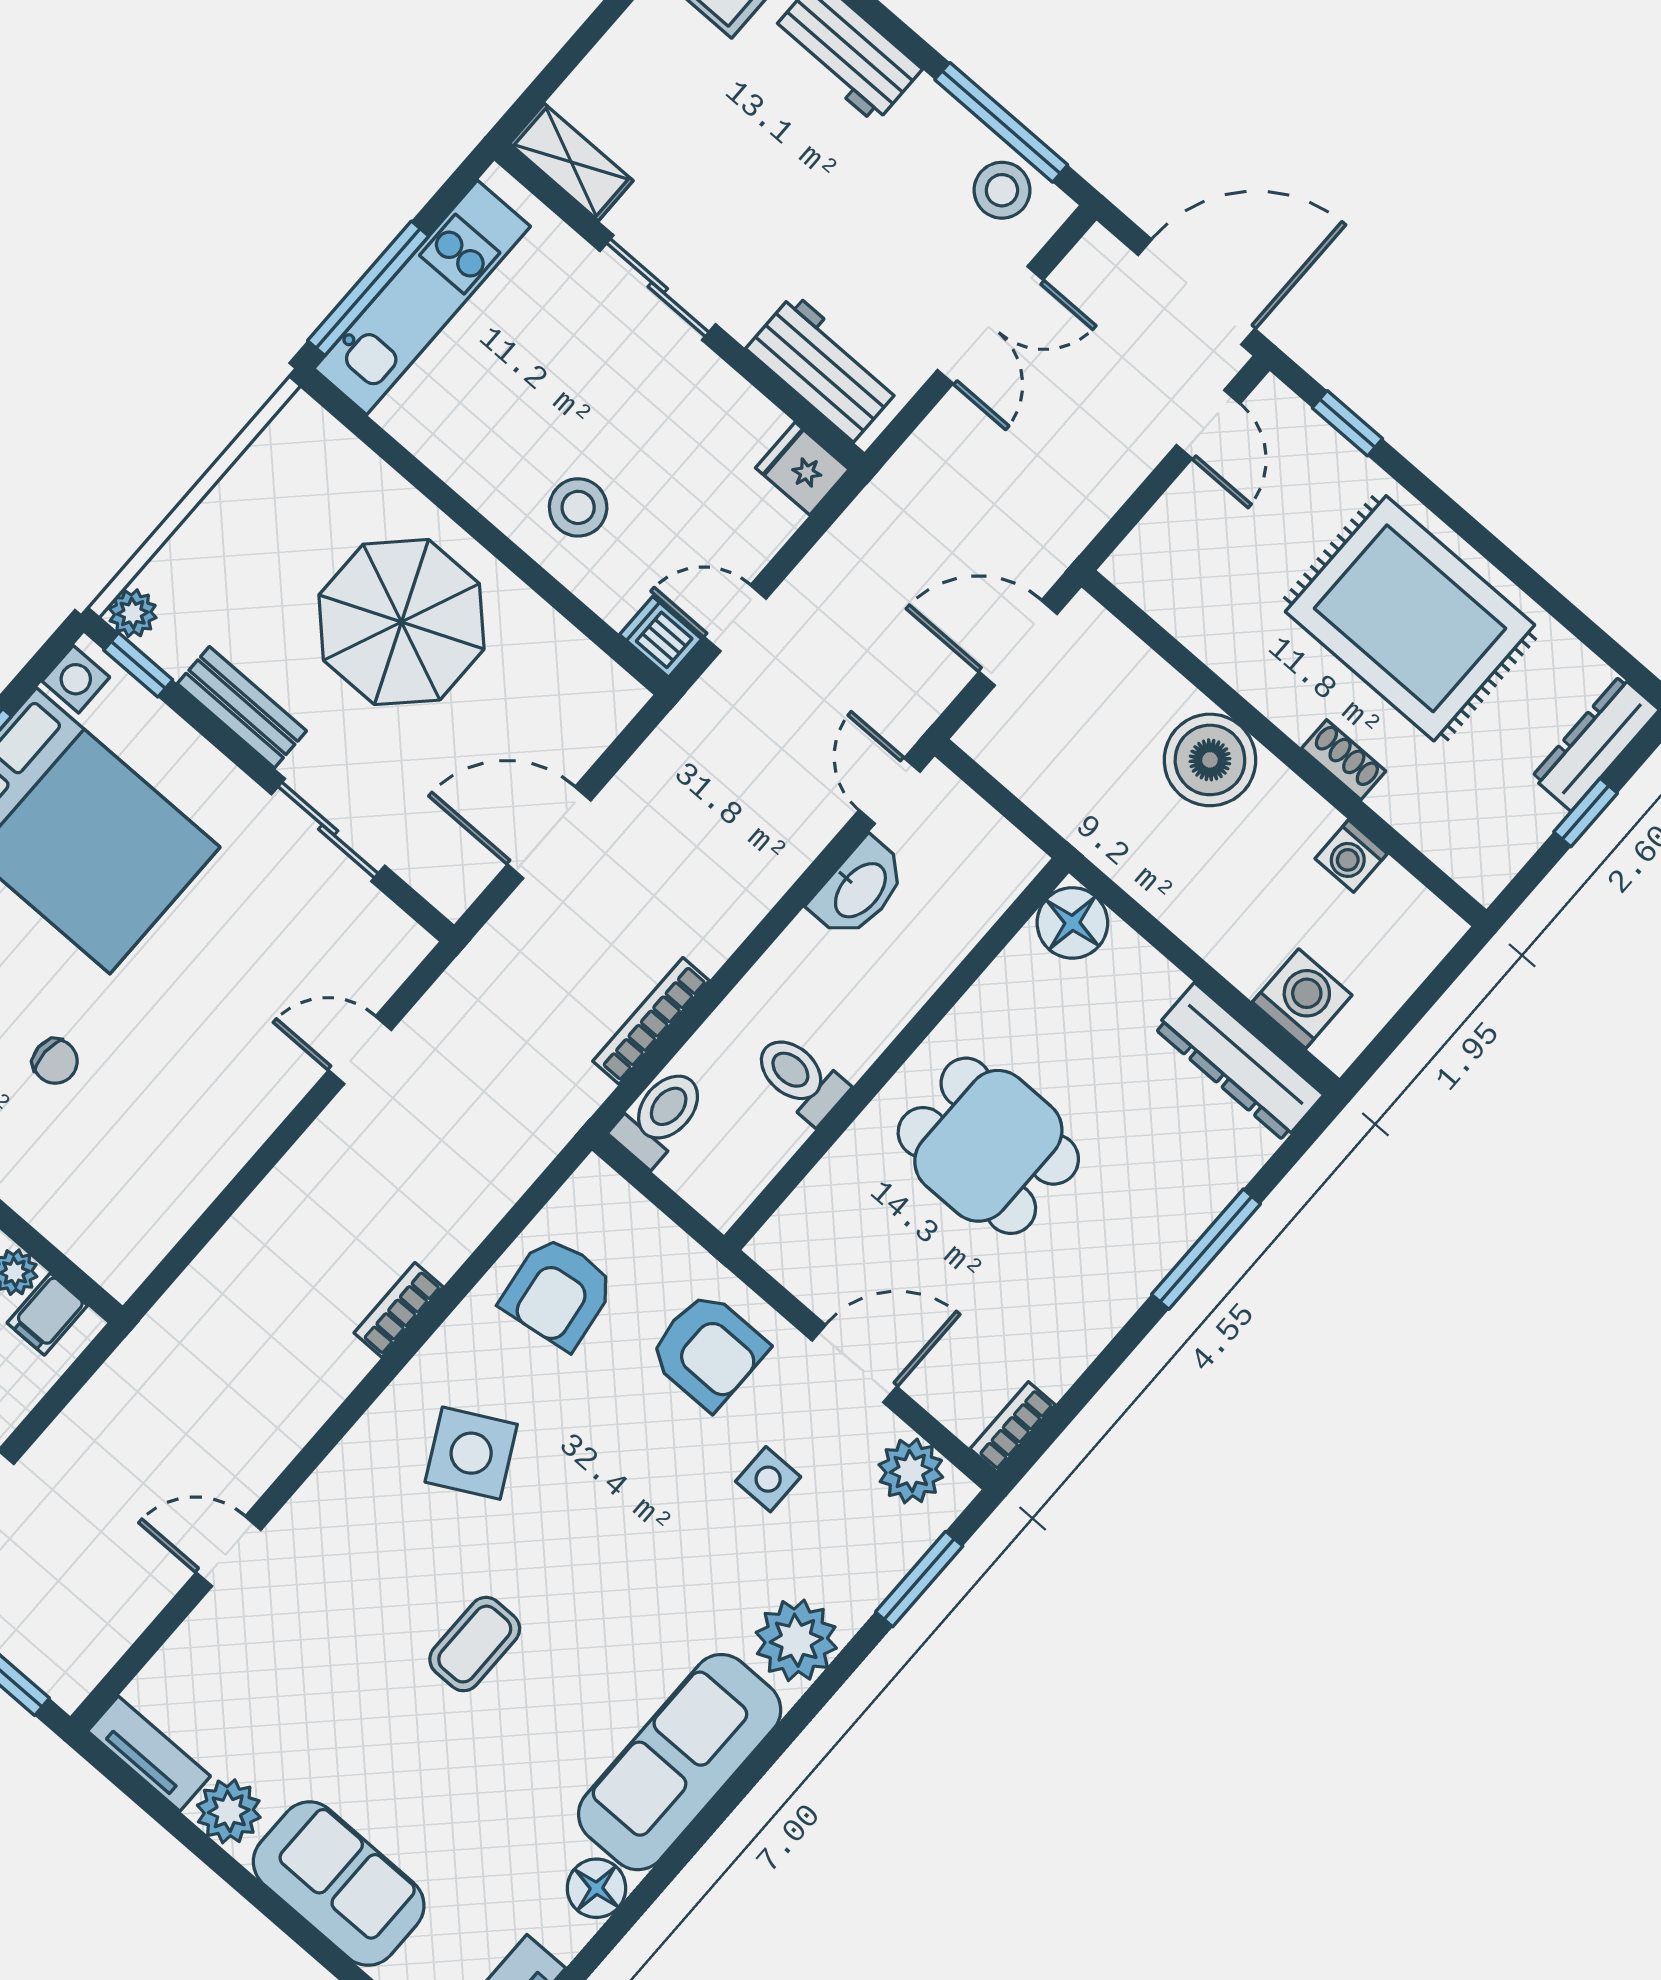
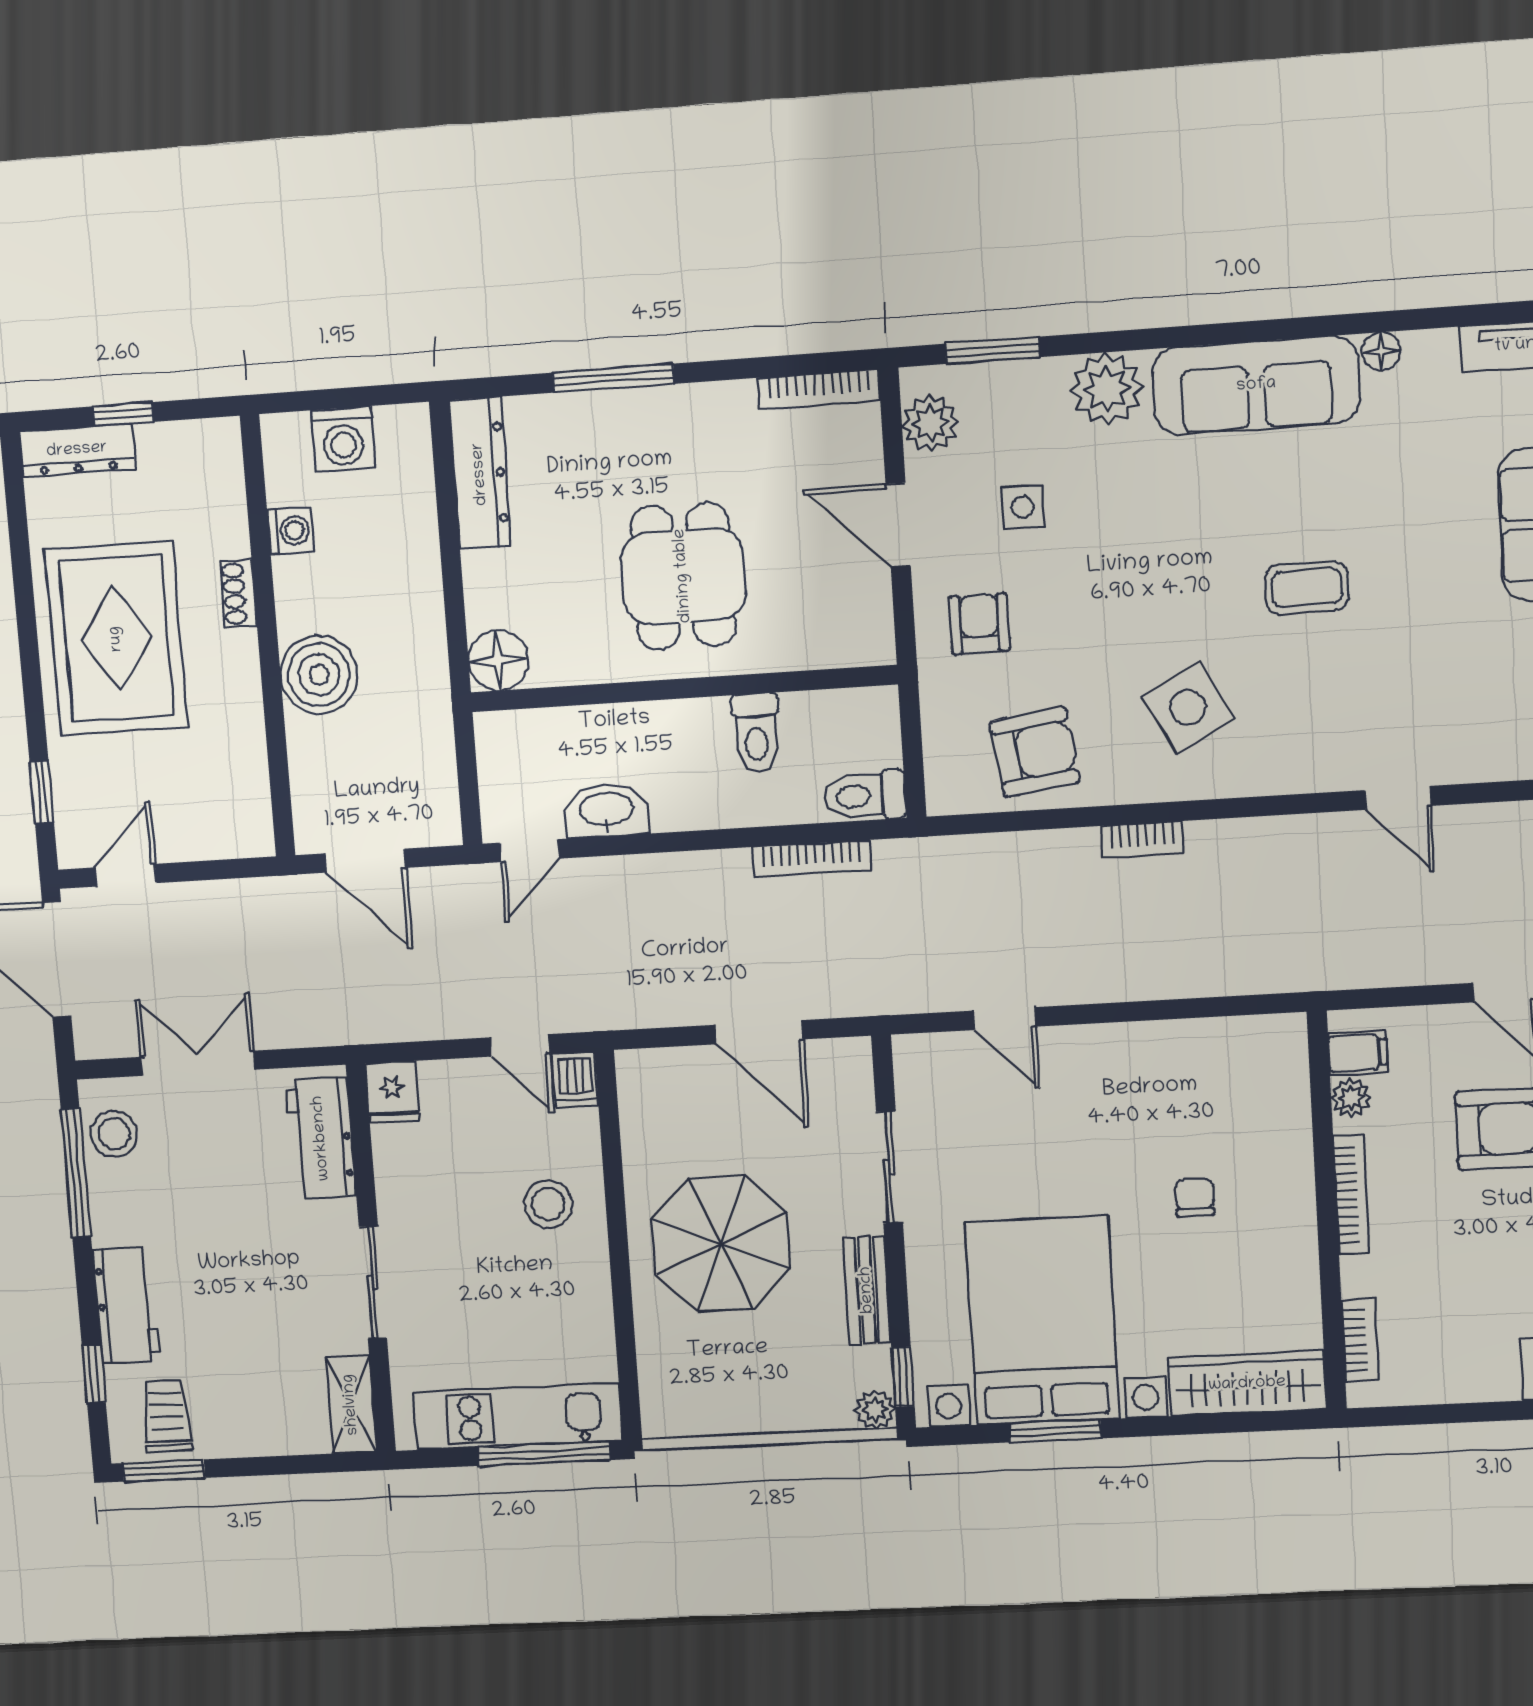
washing machine: (1302, 999) -> (343, 439), moved, turned -90
armchair: (708, 1351) -> (979, 624), width x0.72, depth x0.72
bookcase: (1013, 1427) -> (819, 389), width x1.56
floor lamp: (596, 1888) -> (1381, 351), width x0.73, depth x0.73

